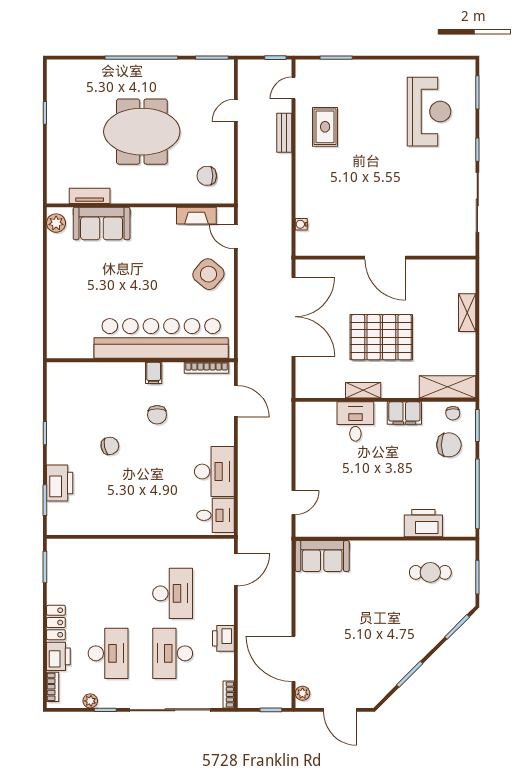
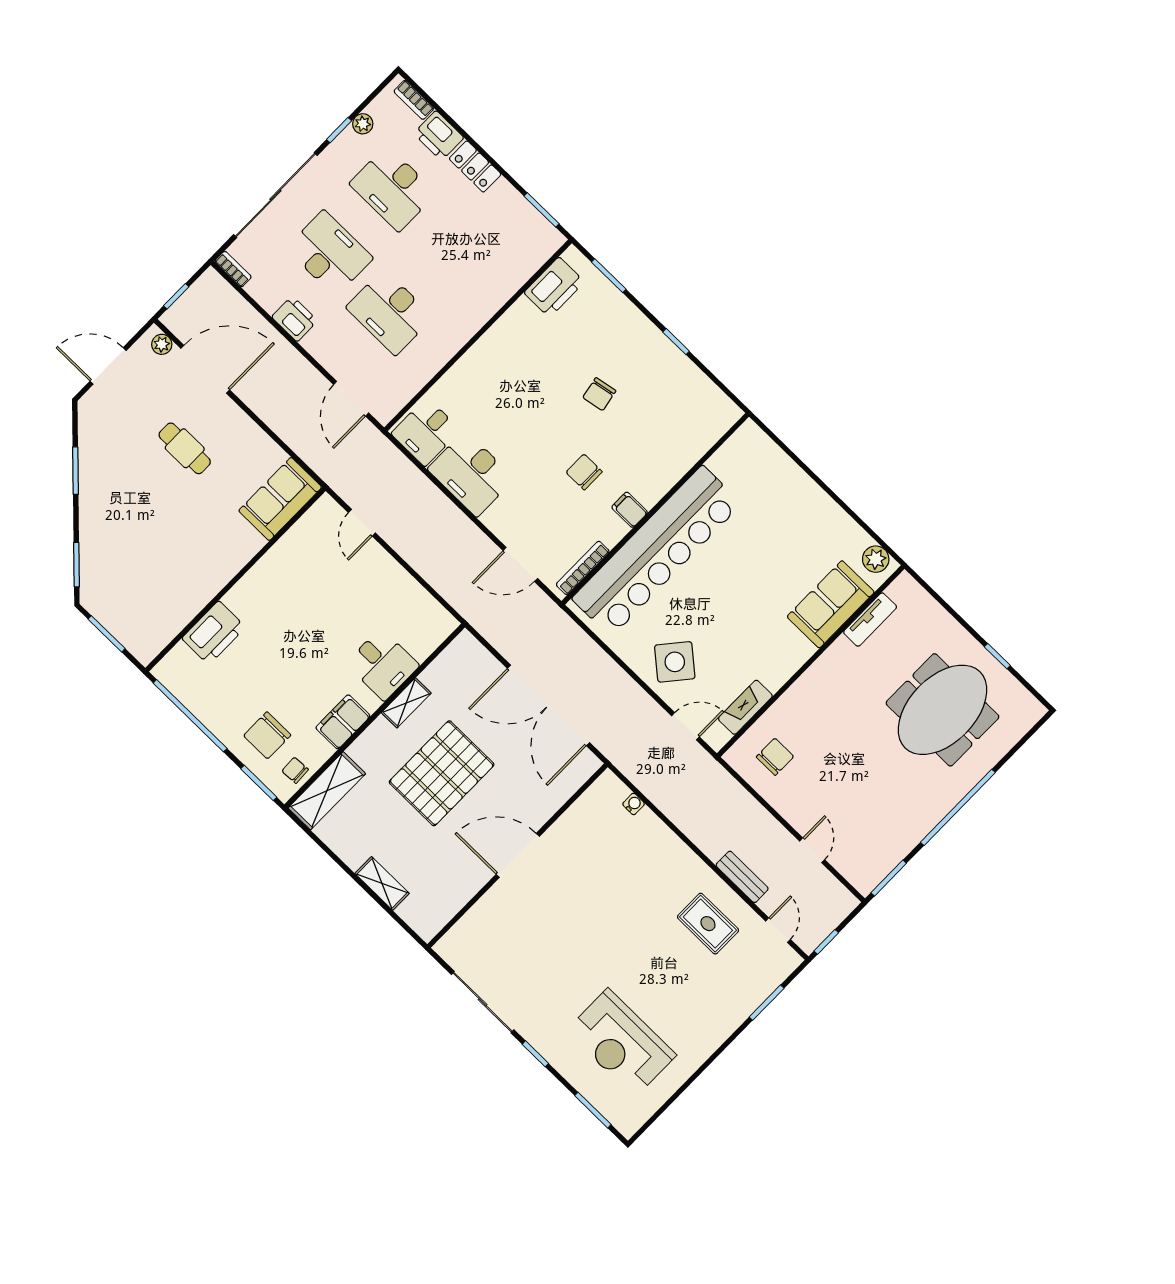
meeting table: (142, 132) -> (942, 710), moved
printer: (60, 483) -> (554, 287), moved, turned -90
cafe table: (430, 572) -> (185, 448), moved, turned 90

